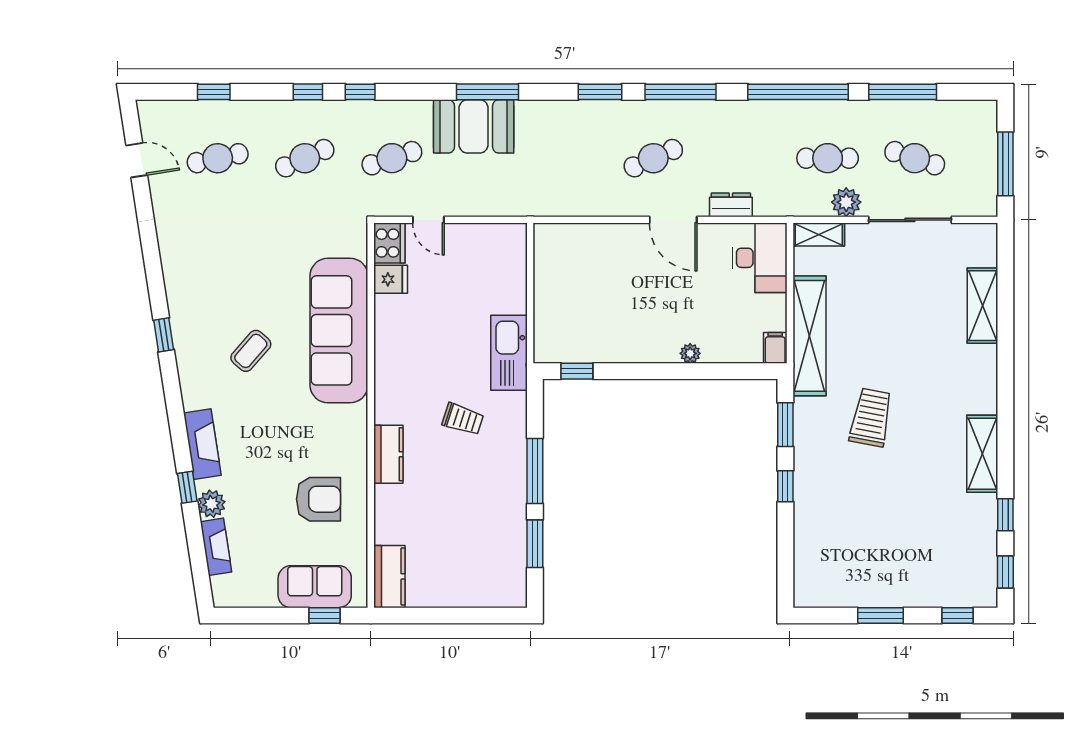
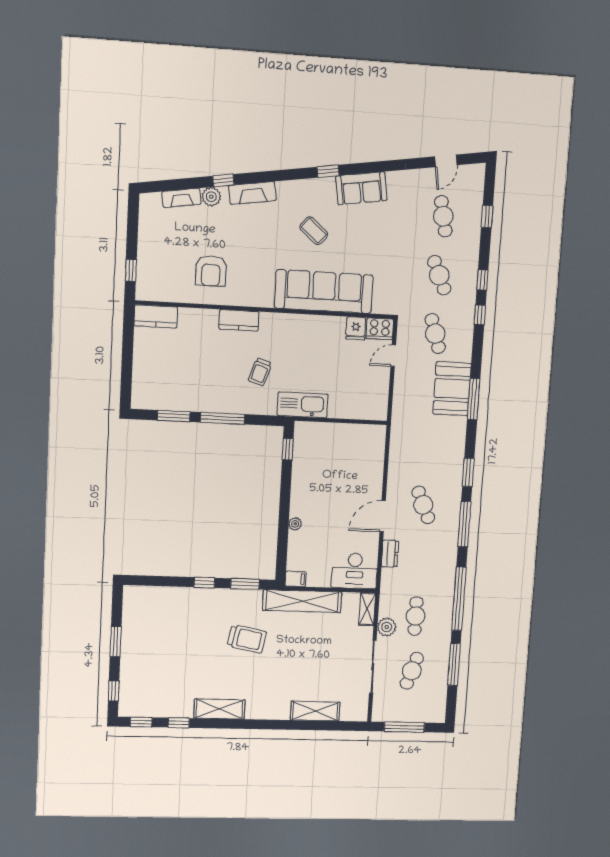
sofa: (315, 587) -> (361, 188), moved, turned 81

